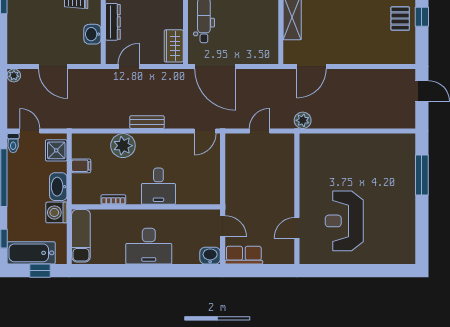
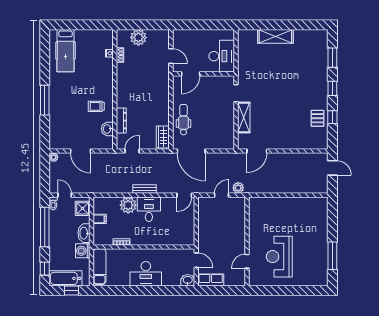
plant: (303, 120) -> (238, 188), moved
window: (422, 175) -> (332, 256), moved
desk: (158, 186) -> (149, 209), moved, turned 180

